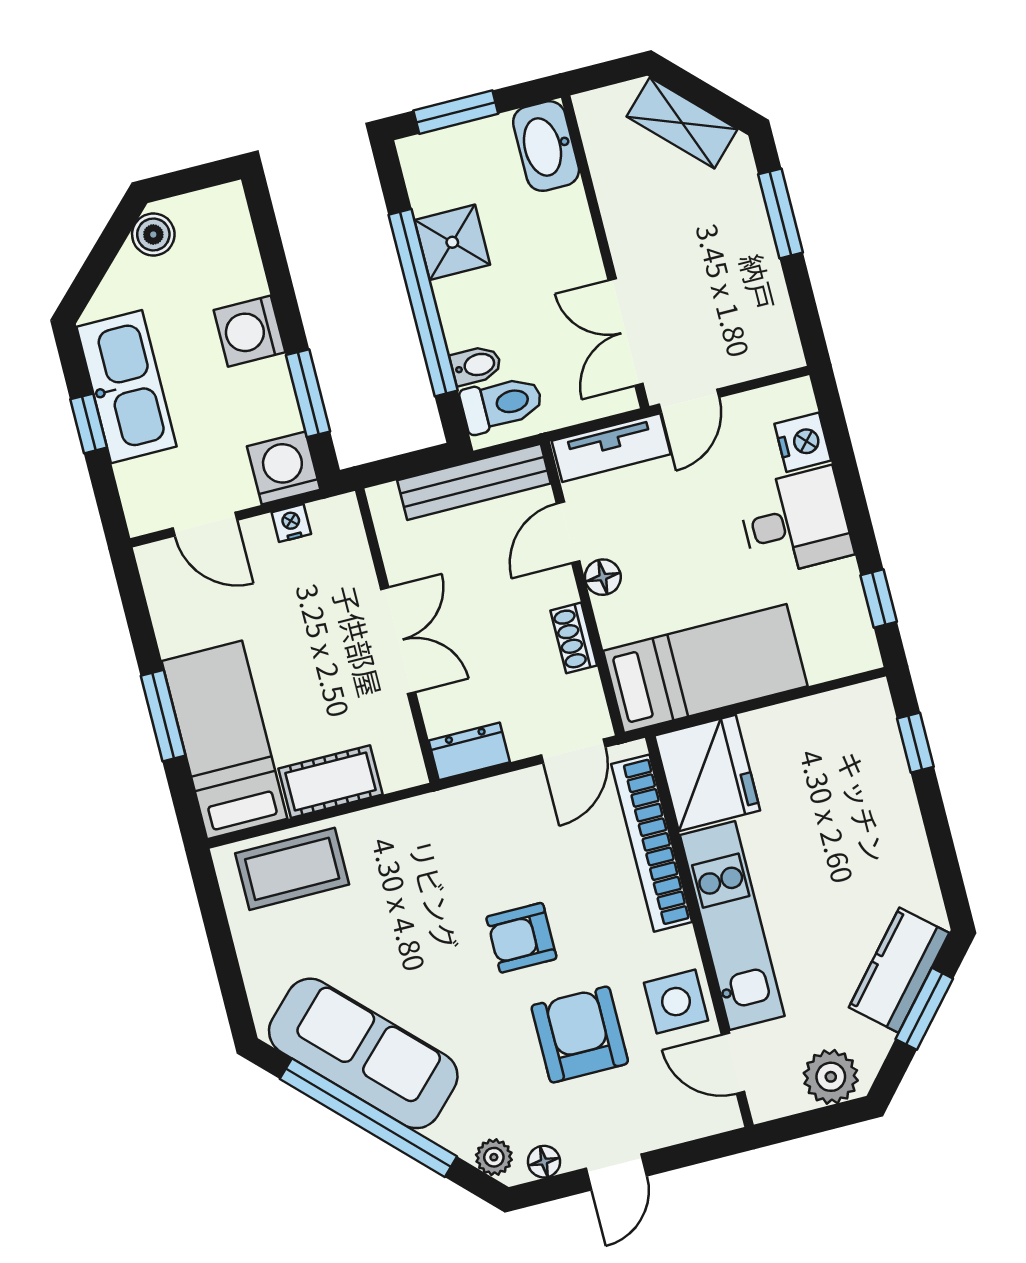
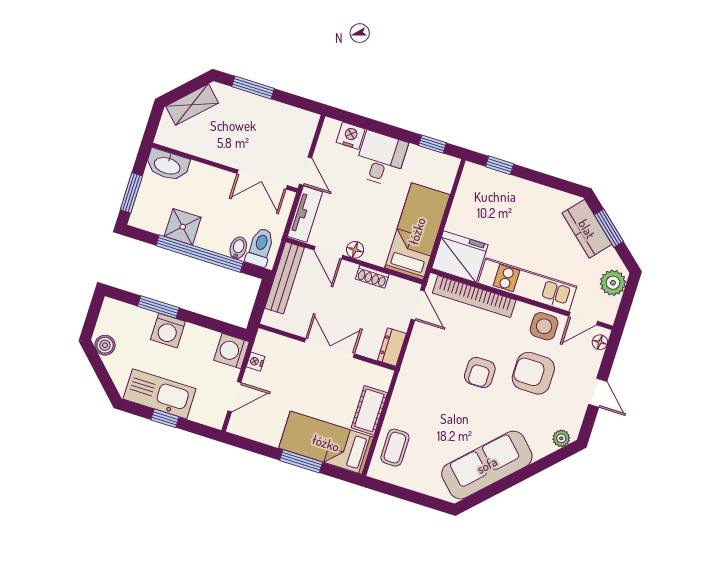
window: (308, 393) -> (158, 307), moved
coffee table: (292, 869) -> (395, 448), width x0.73, depth x0.77
window: (368, 1118) -> (514, 479), removed
floor lamp: (544, 1162) -> (600, 342), moved

